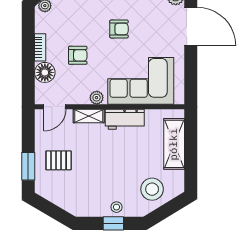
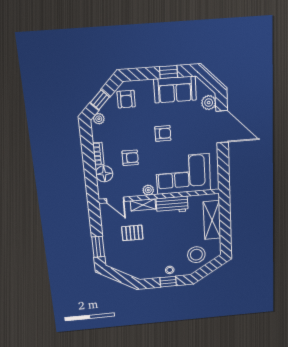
door: (55, 107) -> (115, 200), hinge flipped
pallet: (59, 160) -> (132, 233), moved

